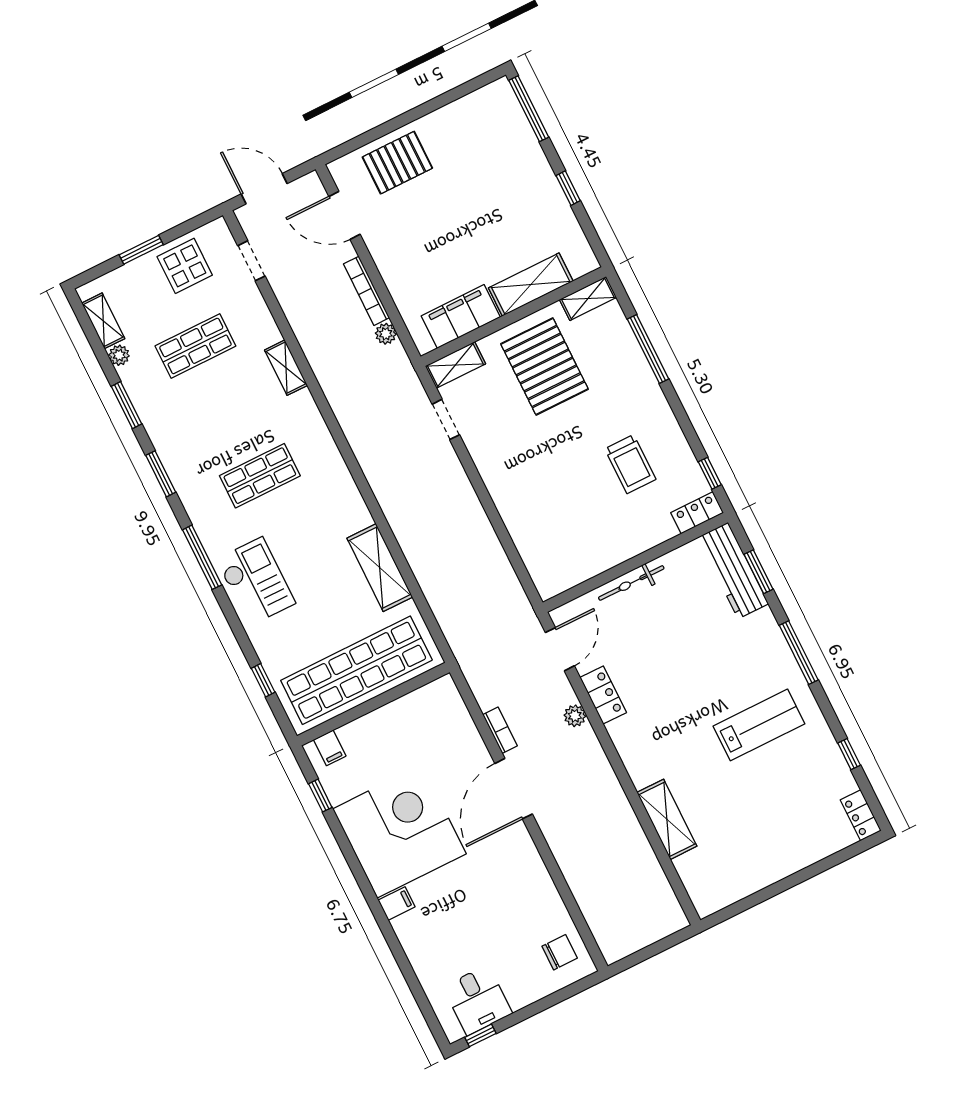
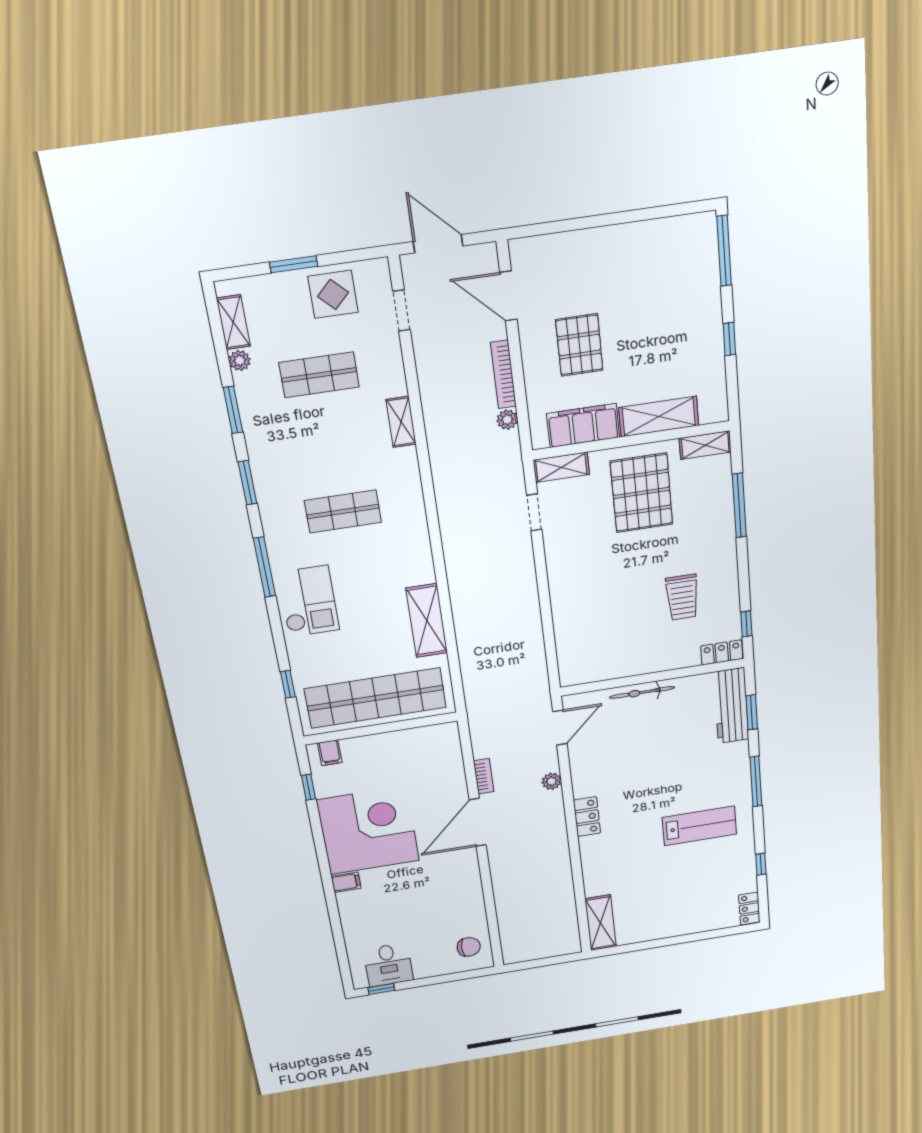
pallet: (397, 163) -> (579, 345), moved, turned 90
locker: (603, 695) -> (587, 817), moved
shelving: (667, 819) -> (601, 923), moved

